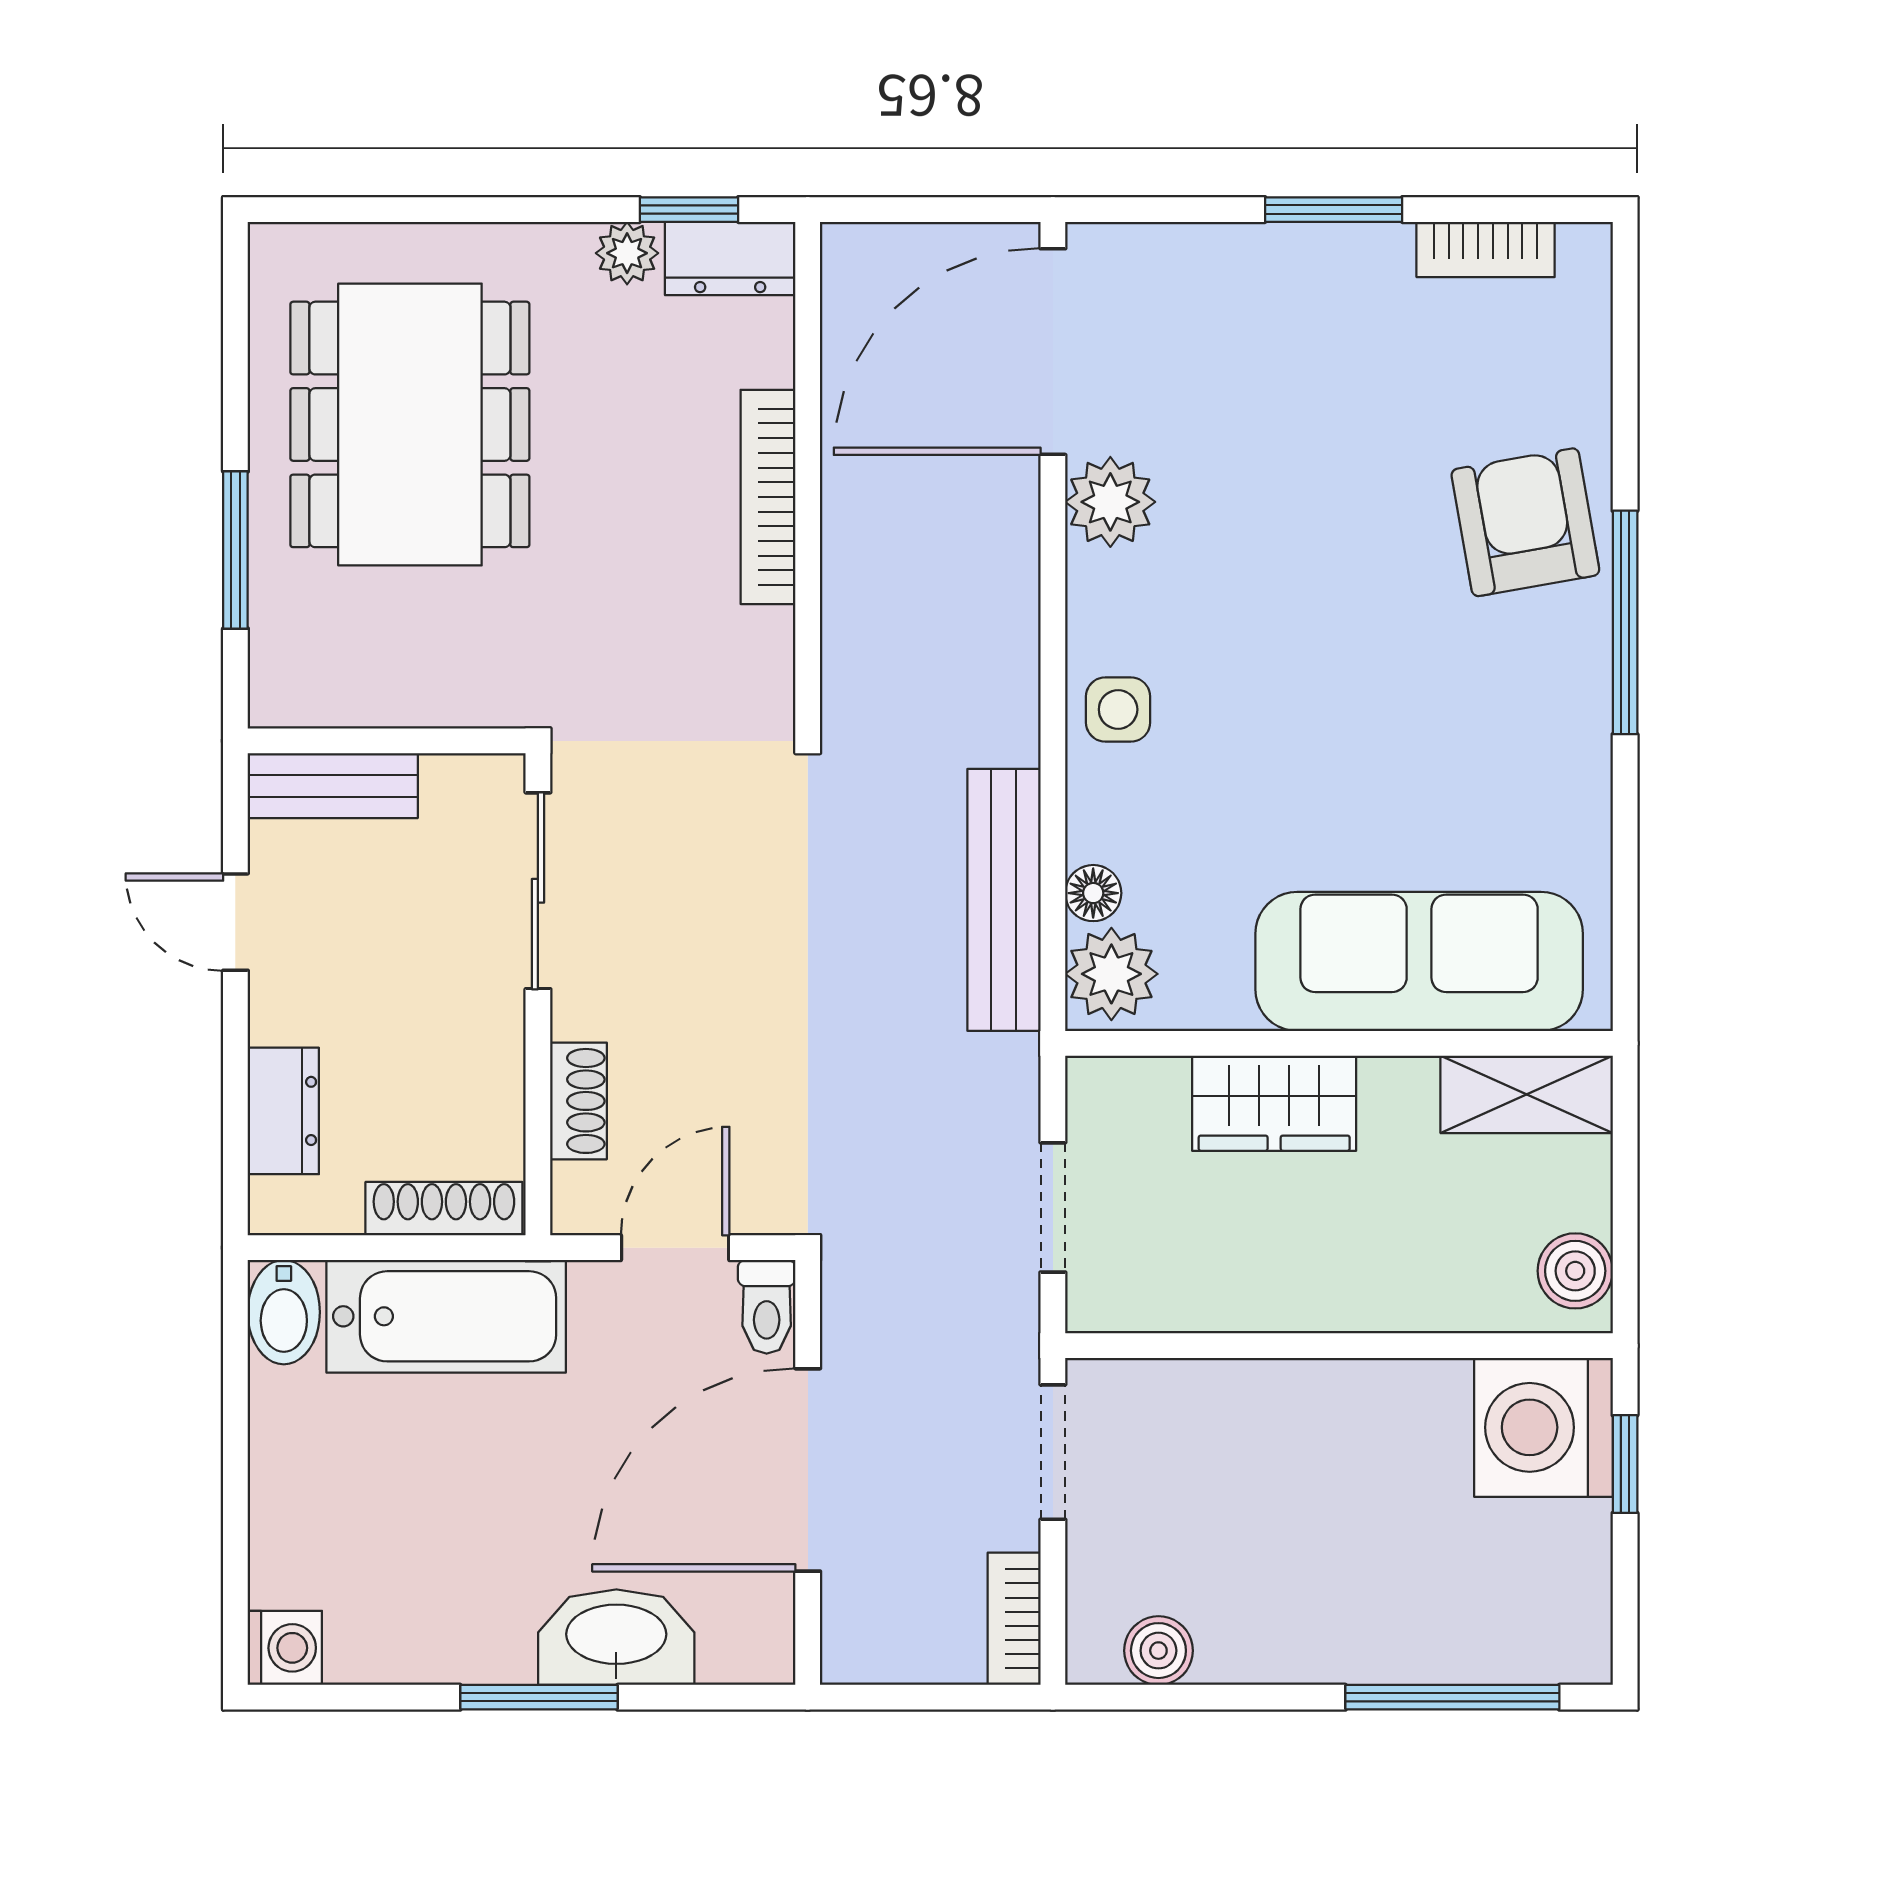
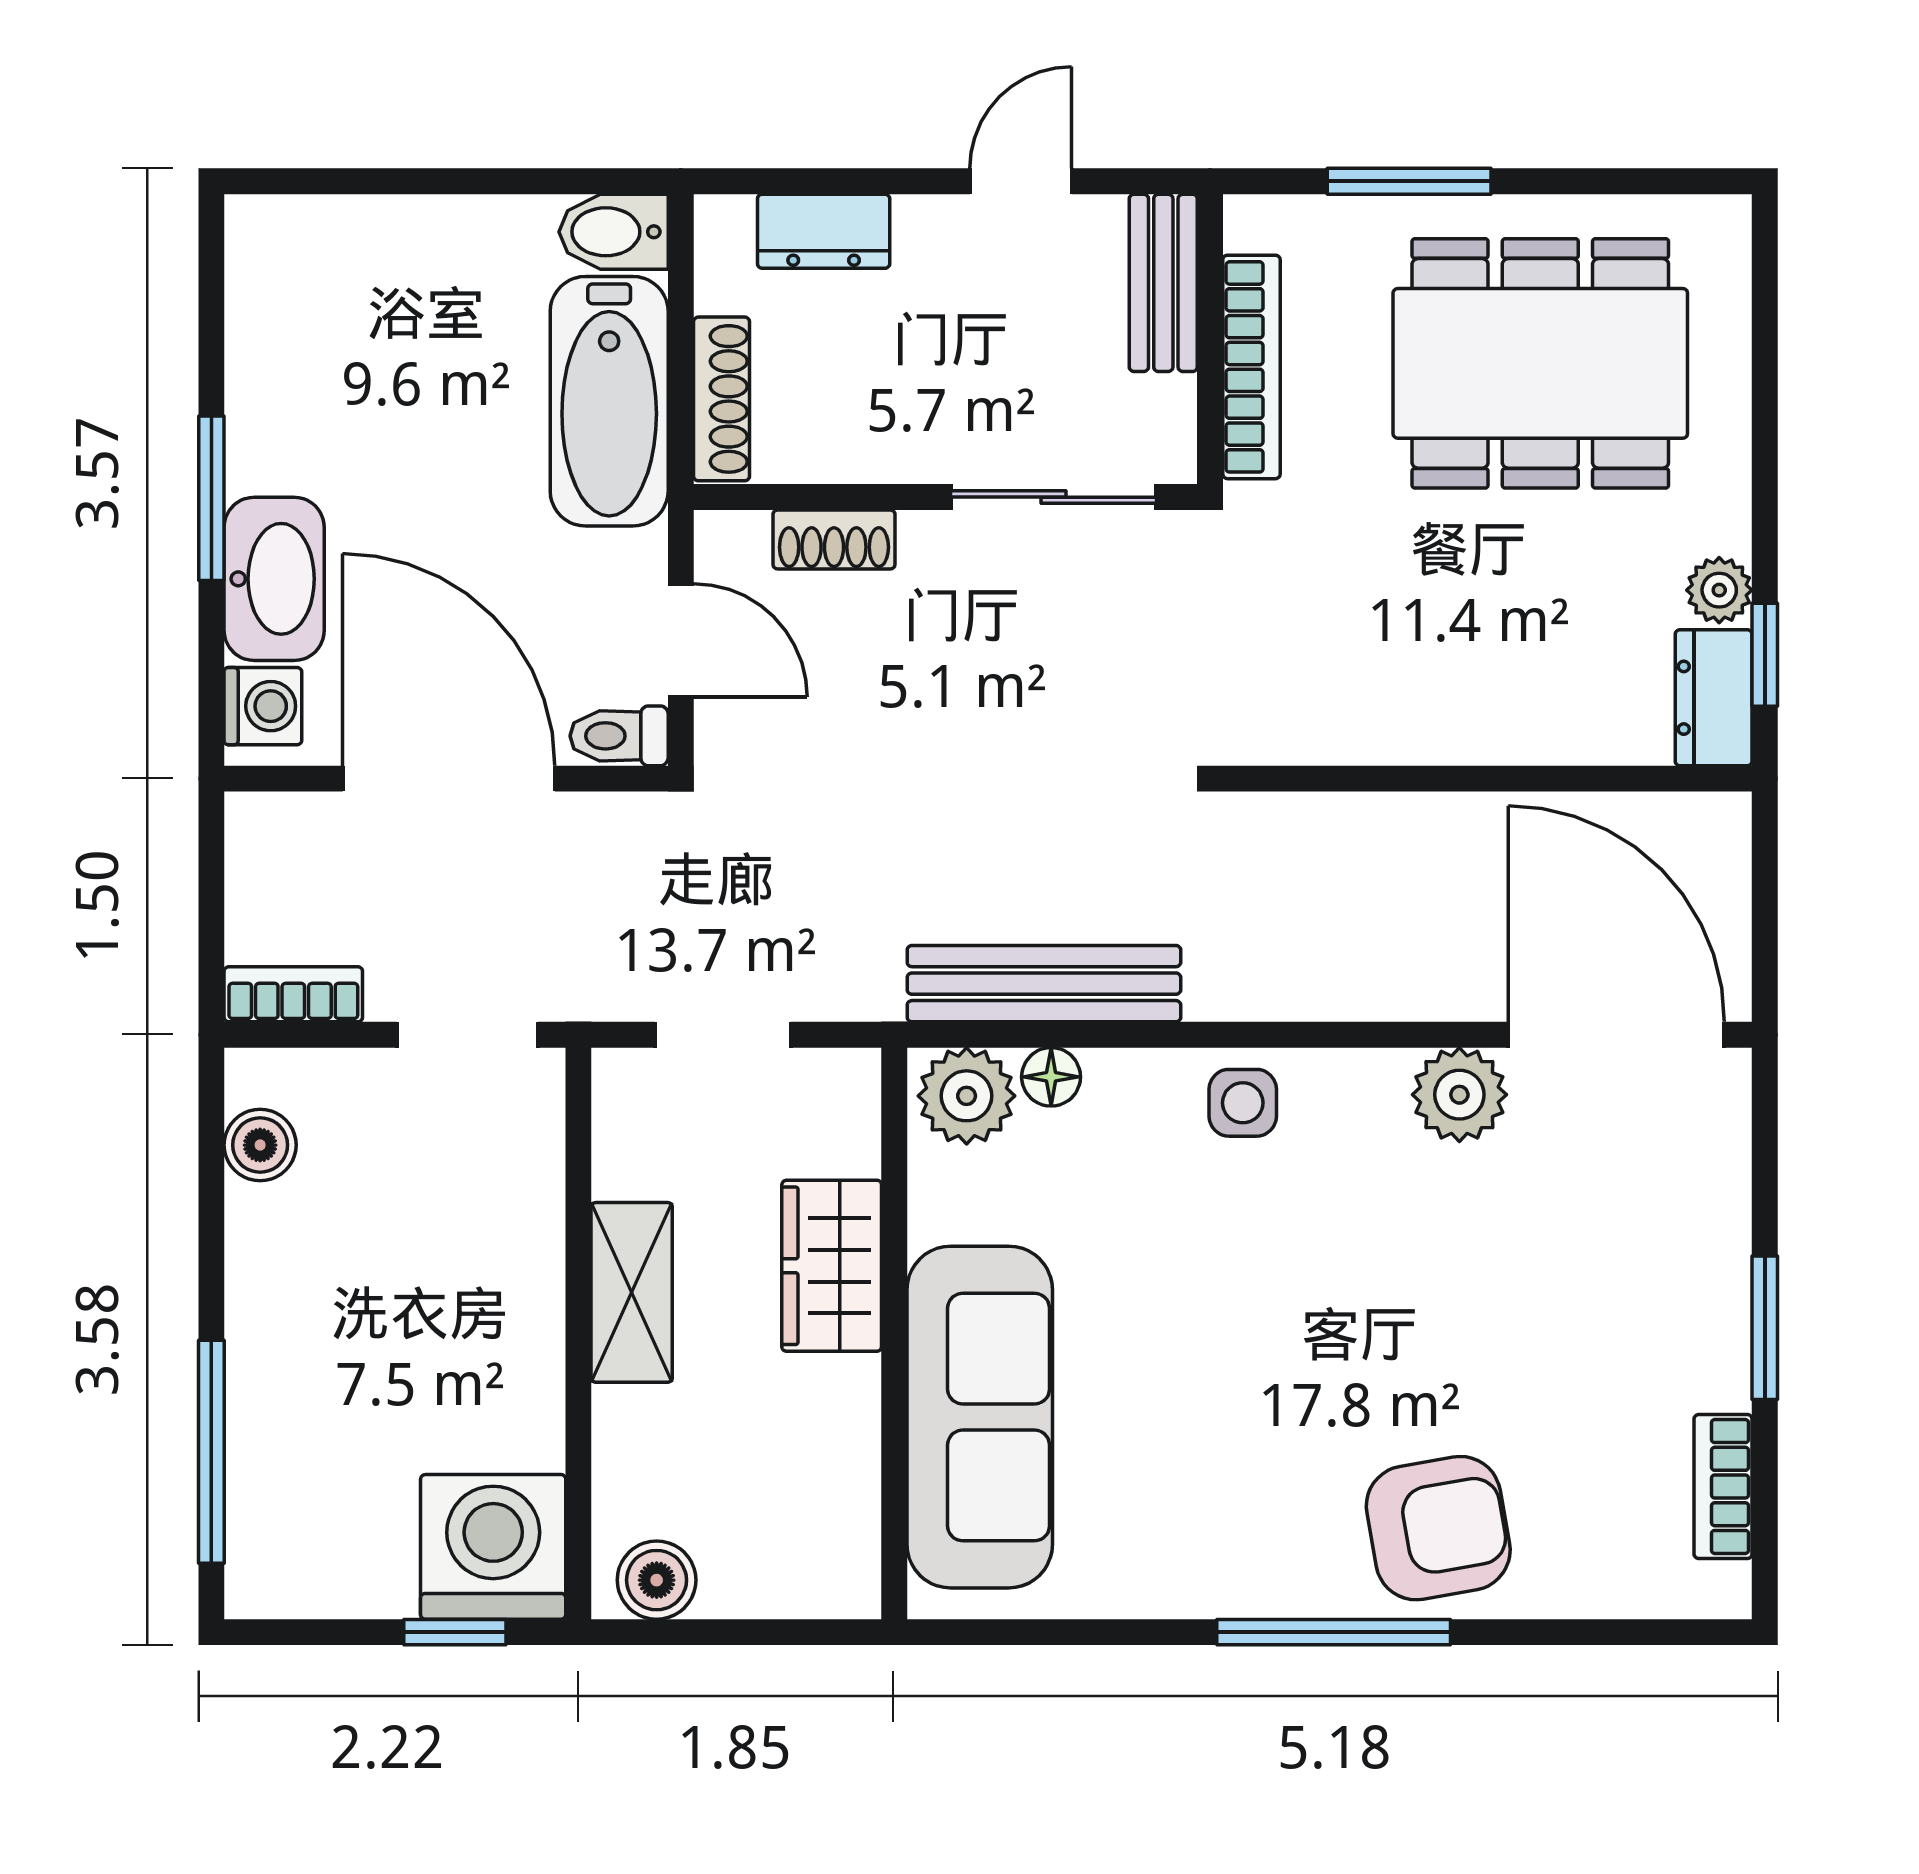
bookcase: (768, 497) -> (1251, 367), moved, turned 90
shelving: (1527, 1094) -> (632, 1292), moved
washing machine: (285, 1648) -> (263, 706), moved, turned -90

